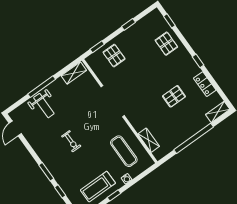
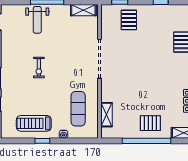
pallet: (174, 96) -> (150, 123), moved

